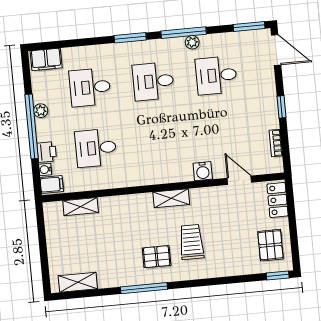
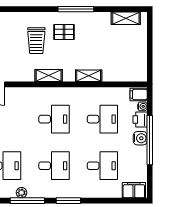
plant: (41, 111) -> (142, 151), removed
desk: (159, 142) -> (54, 119), added
water cooler: (203, 171) -> (140, 138), moved, turned 90
shelving: (81, 207) -> (89, 76), moved

